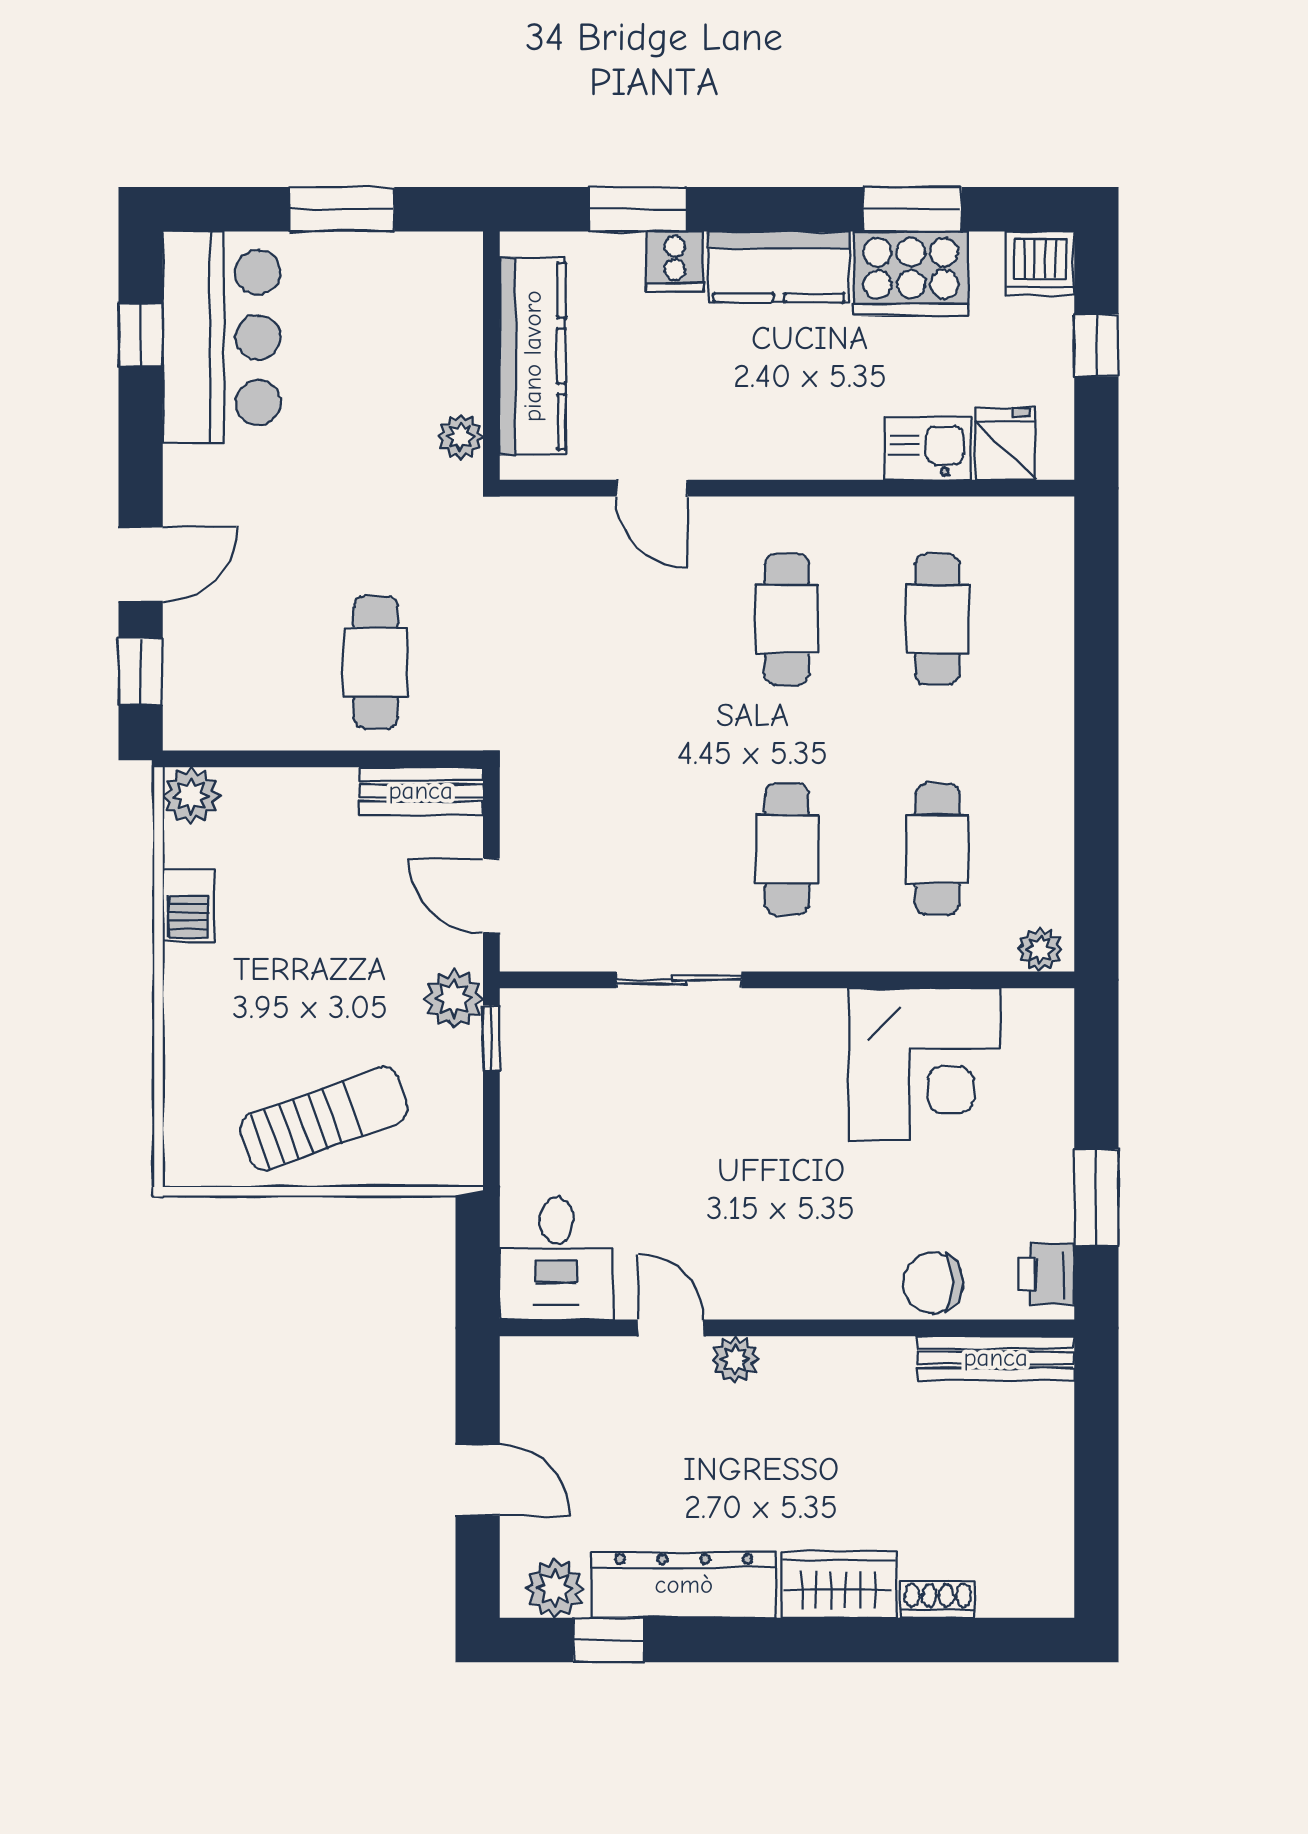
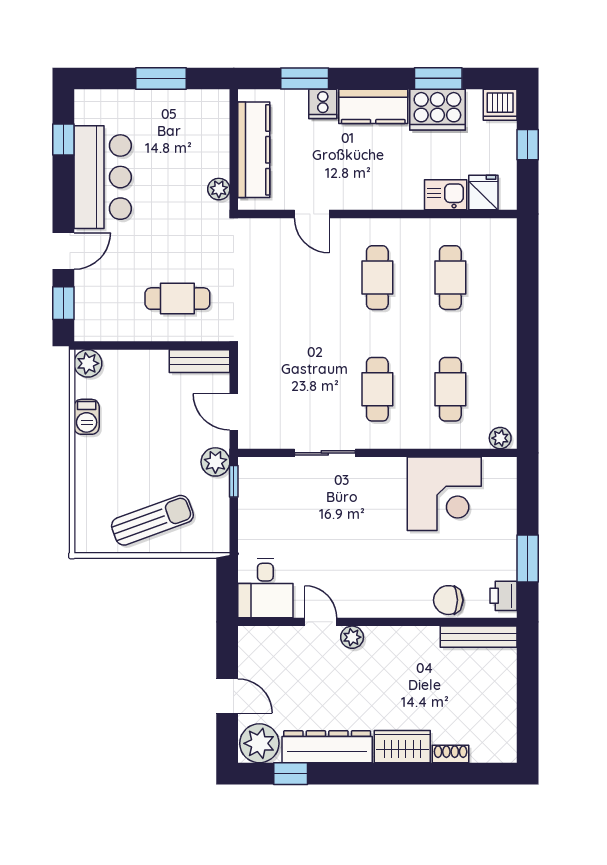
bar counter: (222, 337) -> (103, 177), moved
cafe table: (376, 662) -> (177, 299), turned 90
plant: (555, 1588) -> (259, 743), width x1.36, depth x1.36

